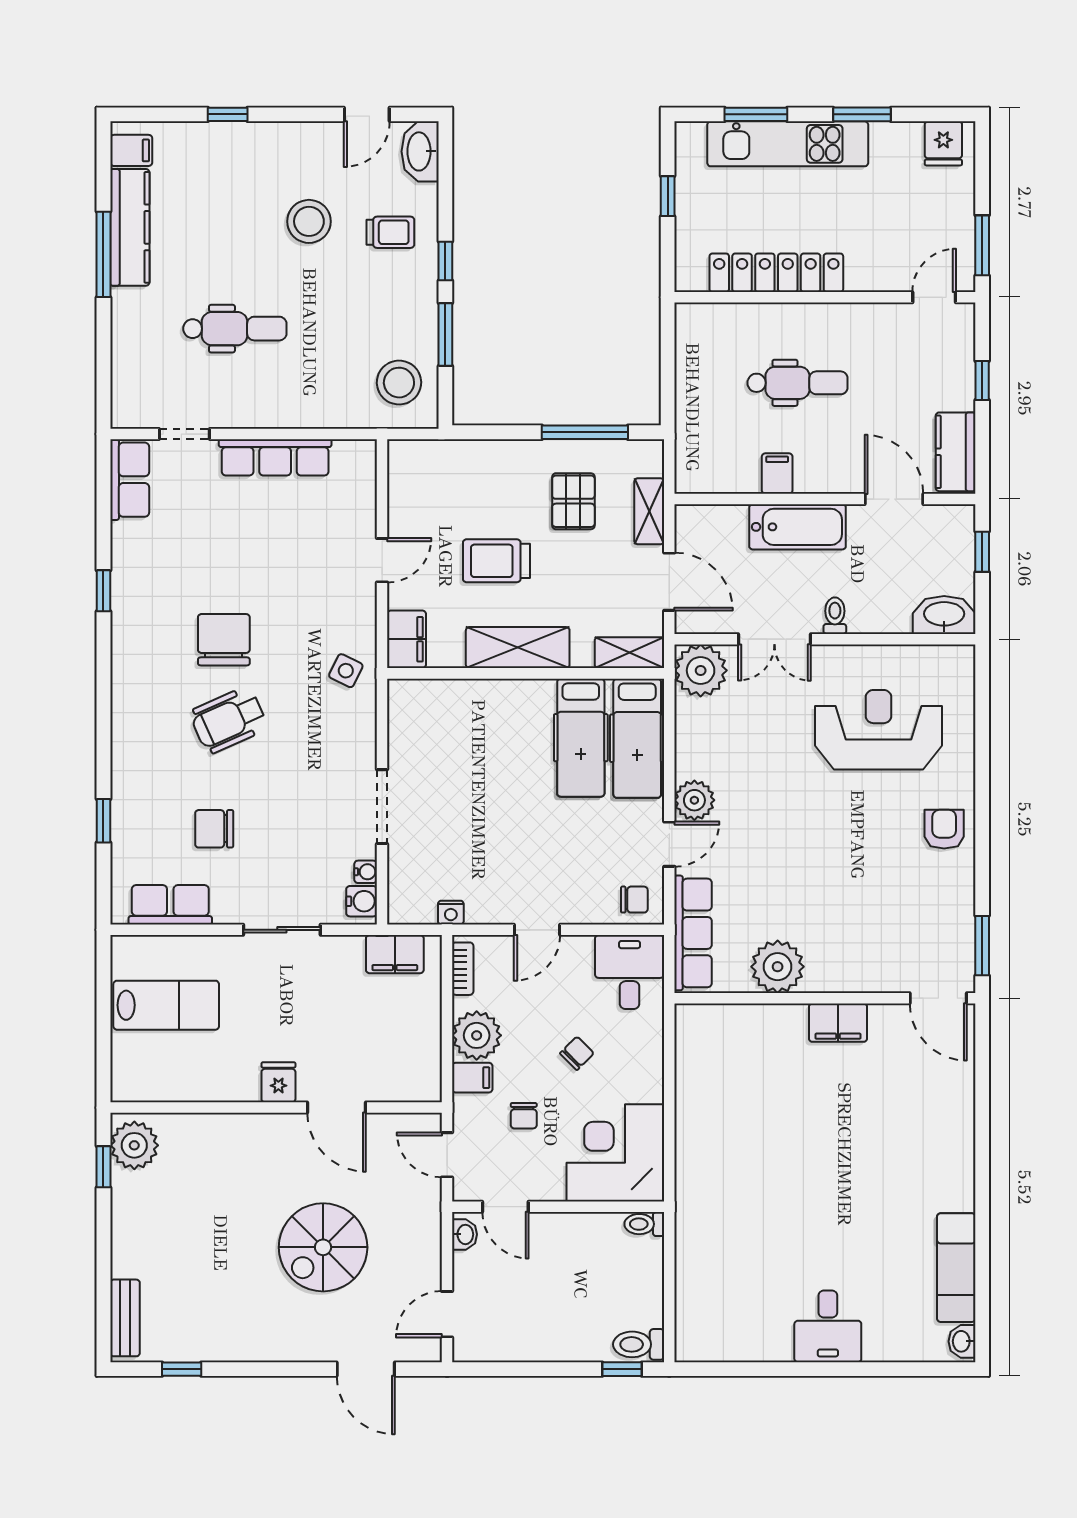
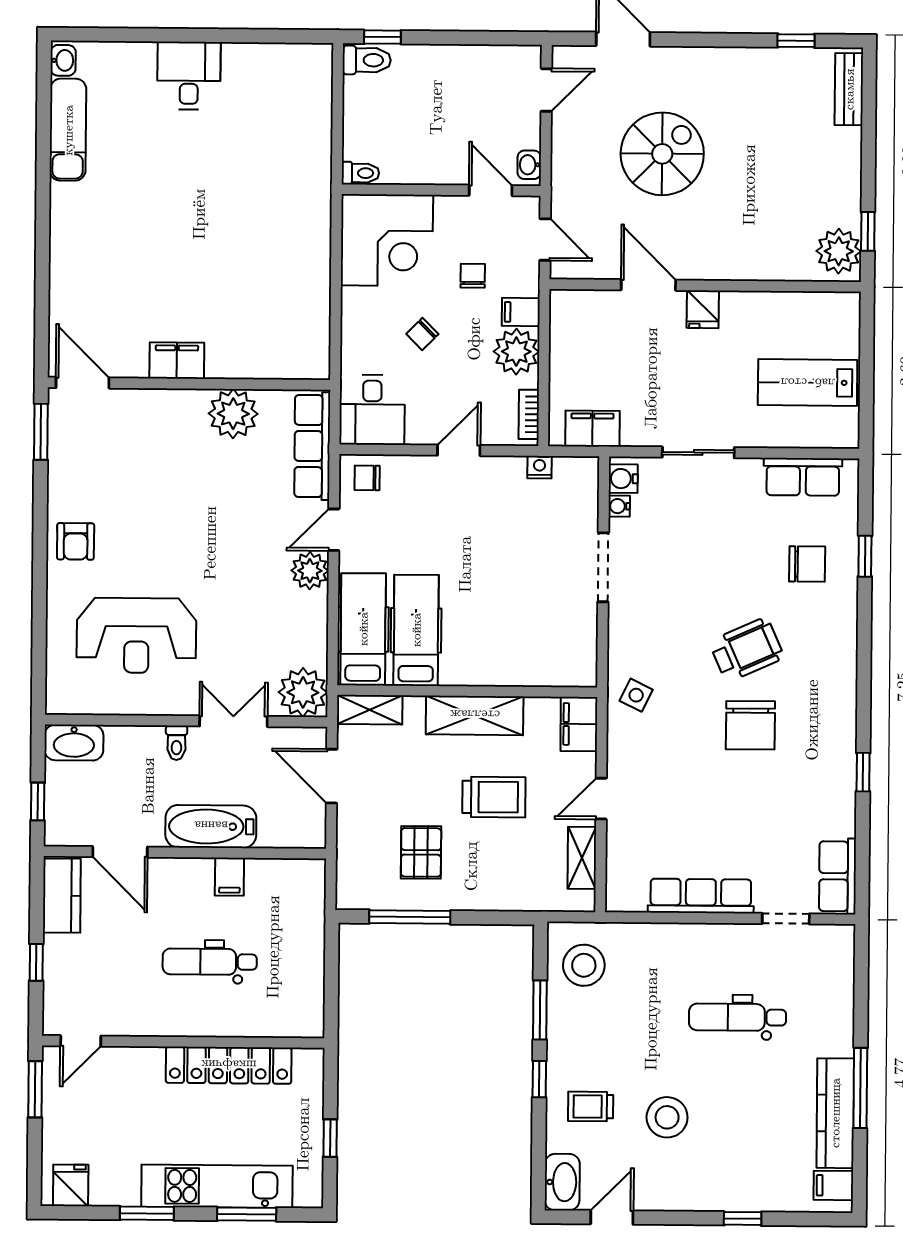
shelving: (649, 511) -> (582, 858), moved
chair: (214, 829) -> (807, 564), moved

